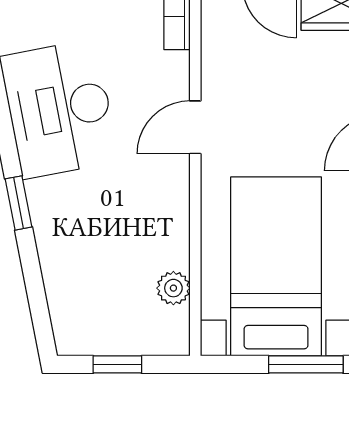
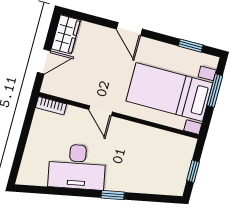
plant: (173, 288) -> (167, 138), removed

